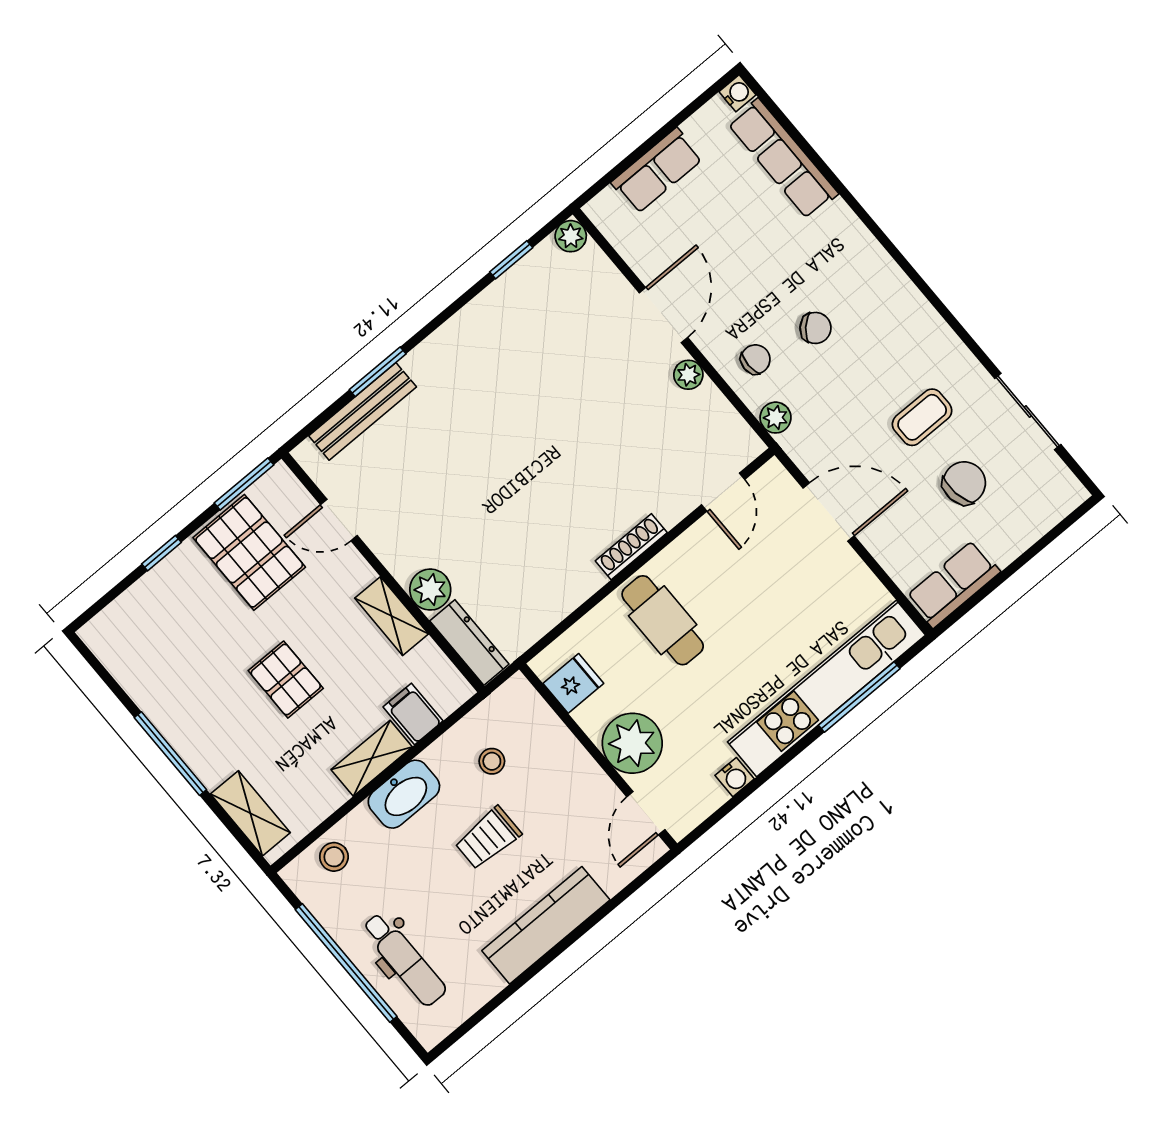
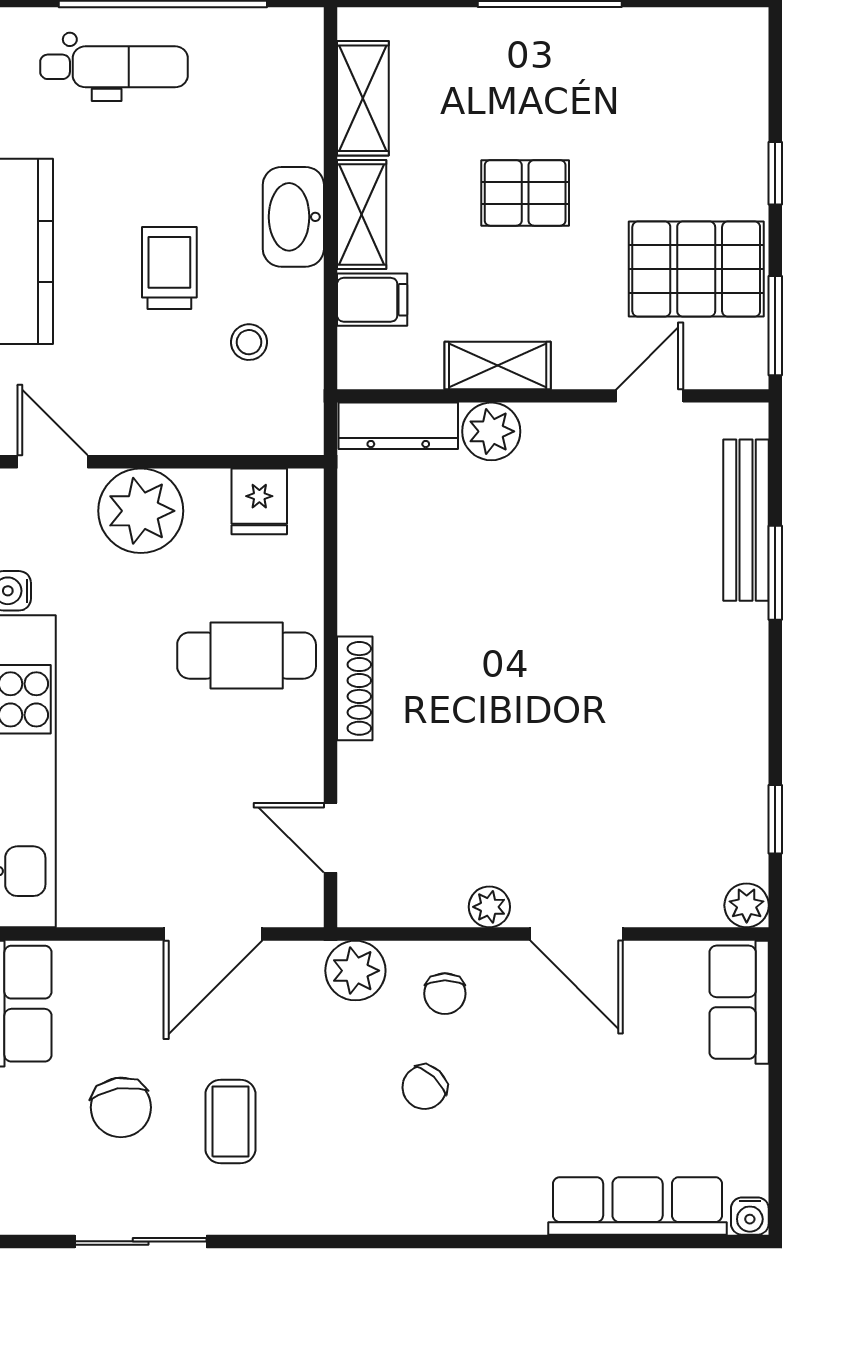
row of seats: (657, 171) -> (739, 1002), moved
plant: (776, 418) -> (355, 971), width x1.38, depth x1.38
shelving: (250, 813) -> (363, 98), moved, turned 90
stool: (334, 857) -> (289, 84), removed
dental chair: (404, 959) -> (114, 67), turned 180

